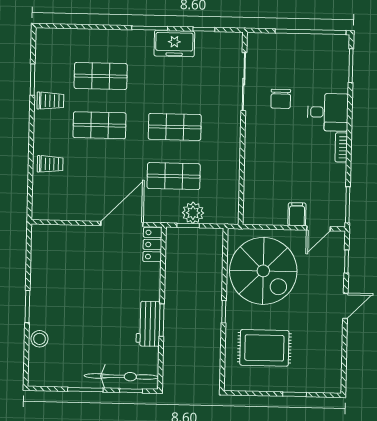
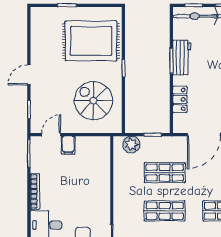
bookcase: (341, 147) -> (35, 191), width x1.56
plant: (193, 213) -> (131, 144), moved
locker: (152, 245) -> (180, 99), moved
spiral stairs: (263, 271) -> (93, 101), width x0.73, depth x0.73
rug: (264, 348) -> (91, 41), width x1.37, depth x1.44

